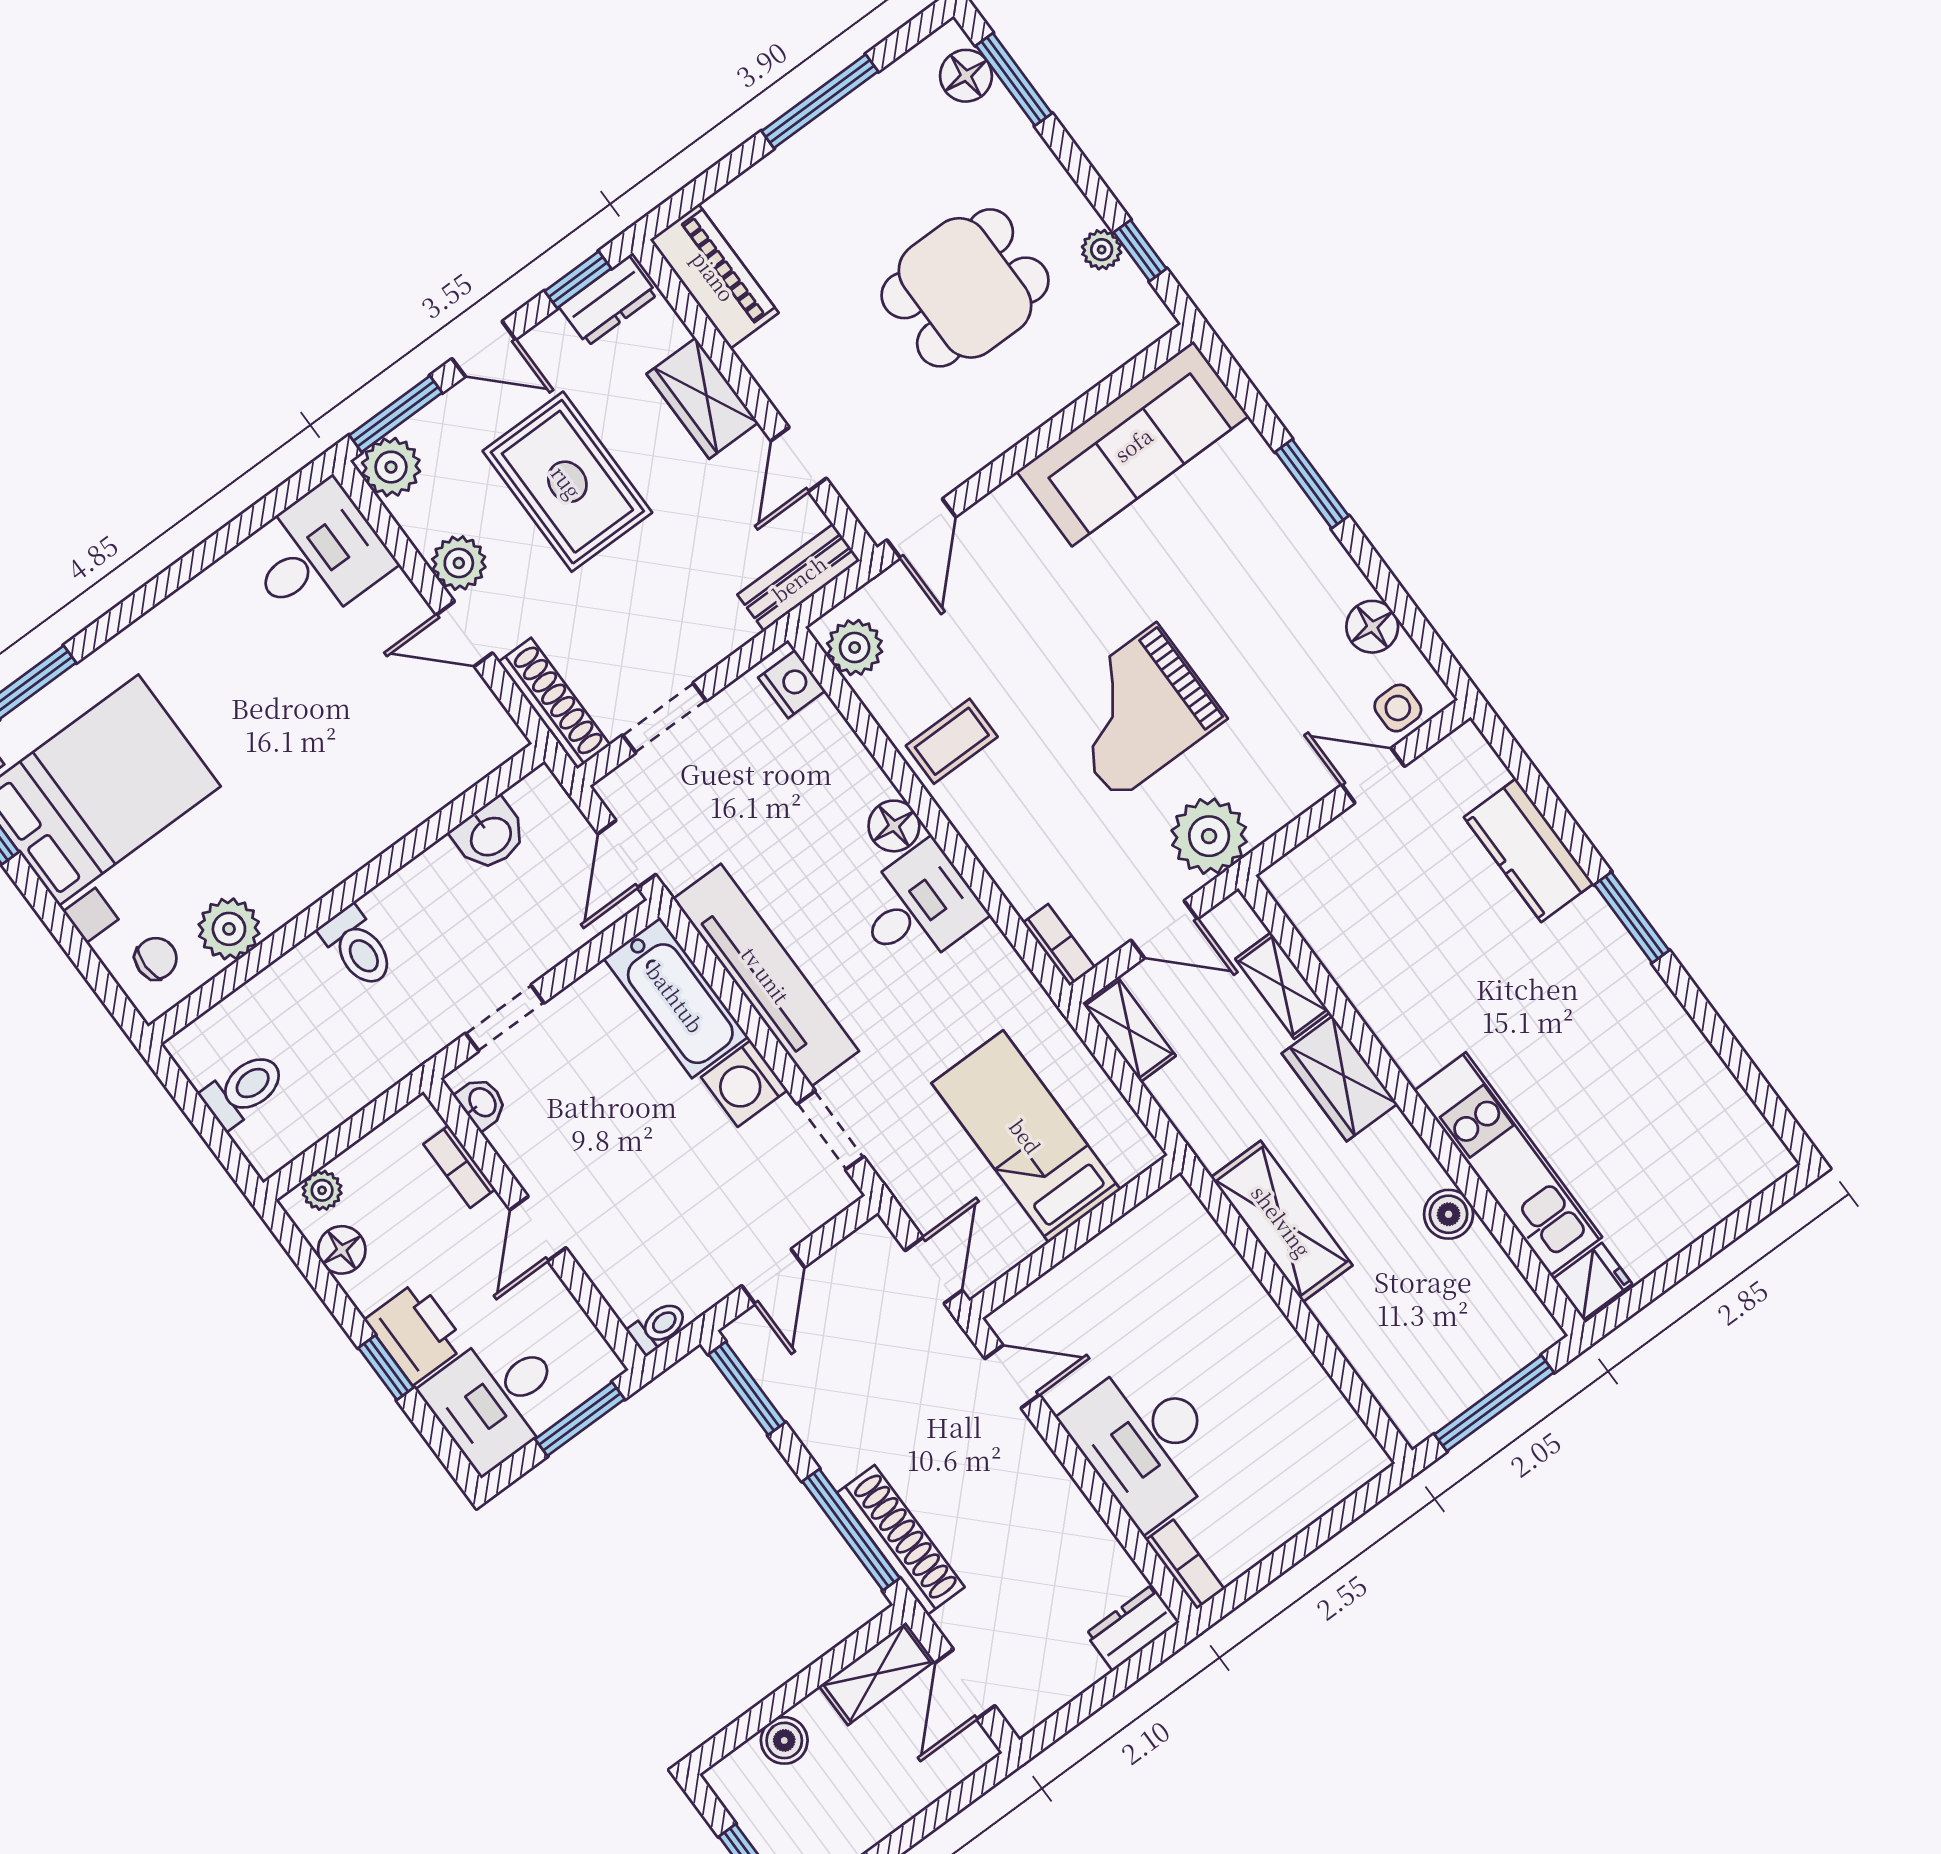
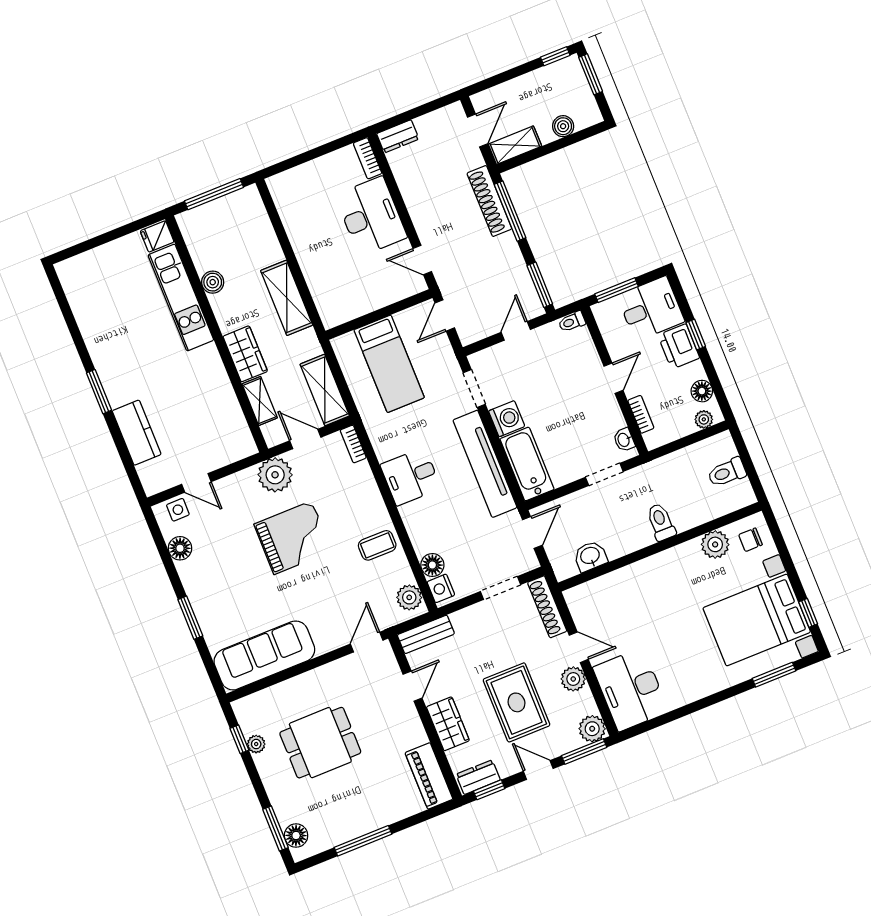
desk: (317, 555) -> (631, 689), width x1.37
floor lamp: (894, 826) -> (432, 565), moved
shelving: (1129, 1029) -> (325, 390), width x1.50, depth x1.33

